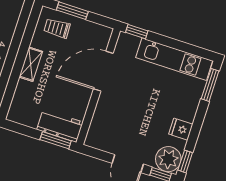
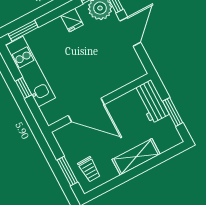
window: (137, 32) -> (24, 88), moved
shelving: (31, 64) -> (136, 157), width x1.50, depth x1.33
window: (56, 140) -> (173, 112), moved

